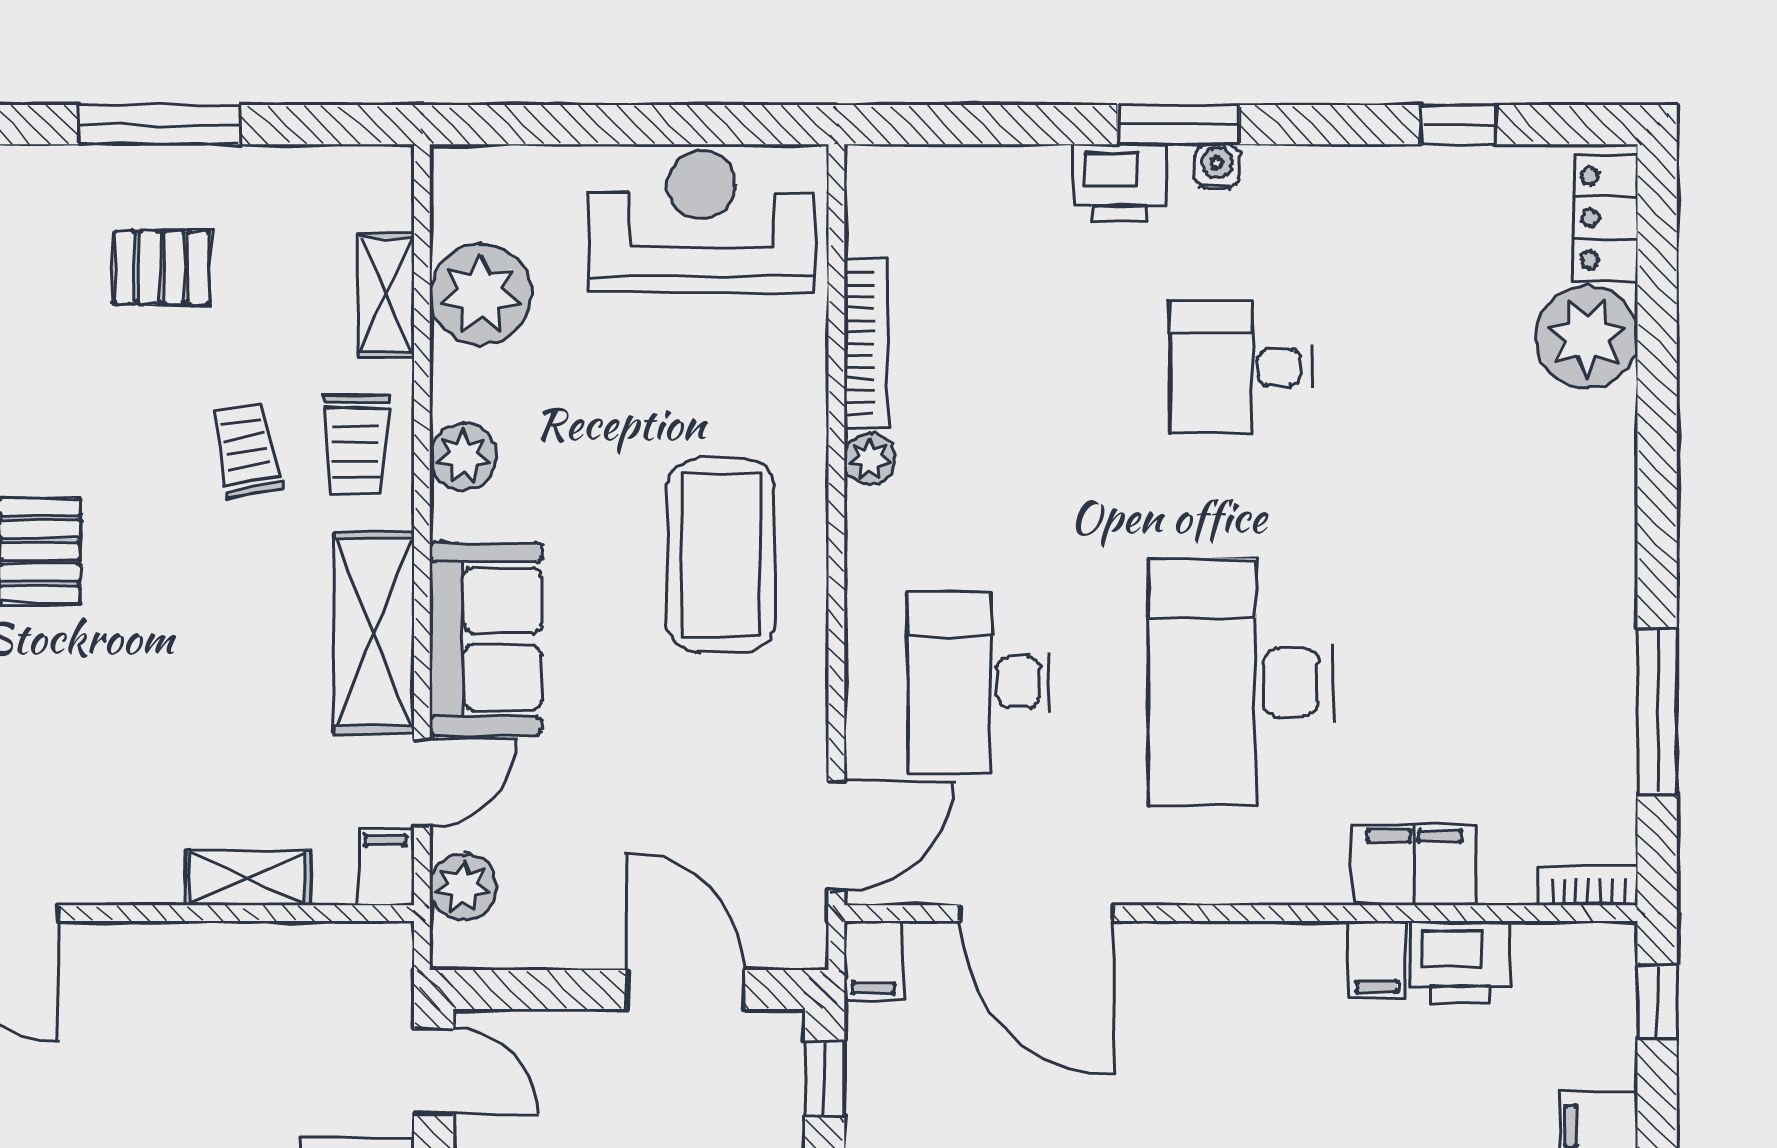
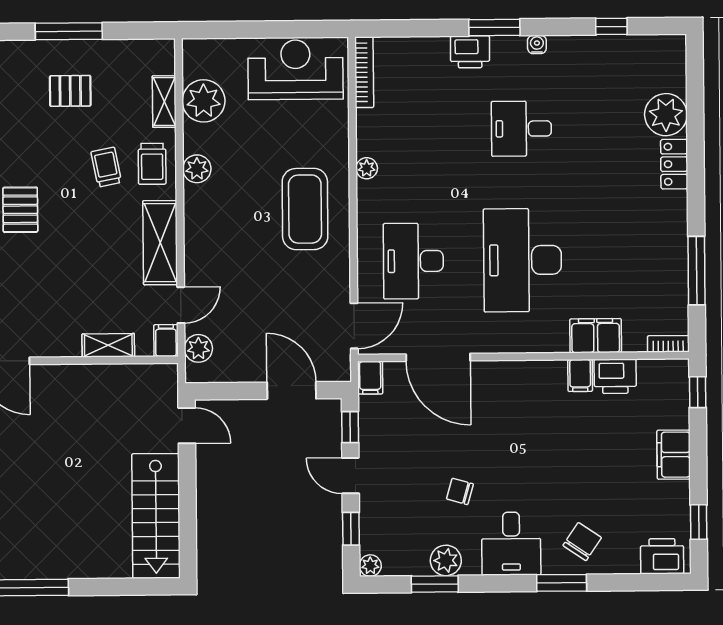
water cooler: (1217, 166) -> (537, 44), moved
locker: (1606, 218) -> (674, 164), moved
bookcase: (866, 343) -> (364, 72), moved
sofa: (486, 639) -> (207, 245), removed

